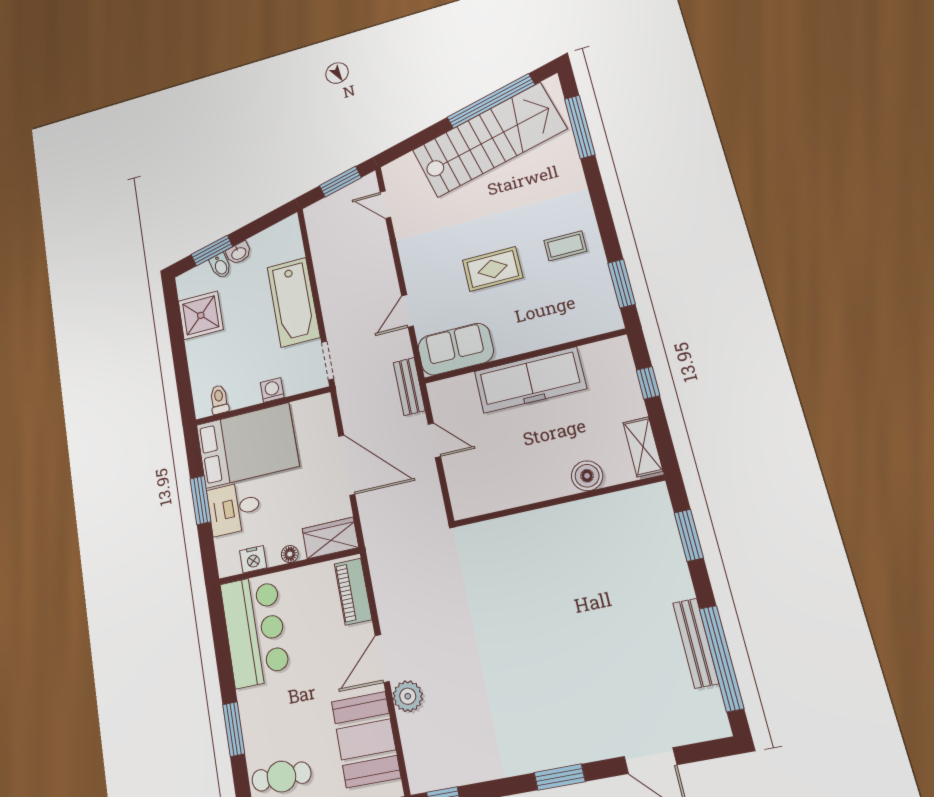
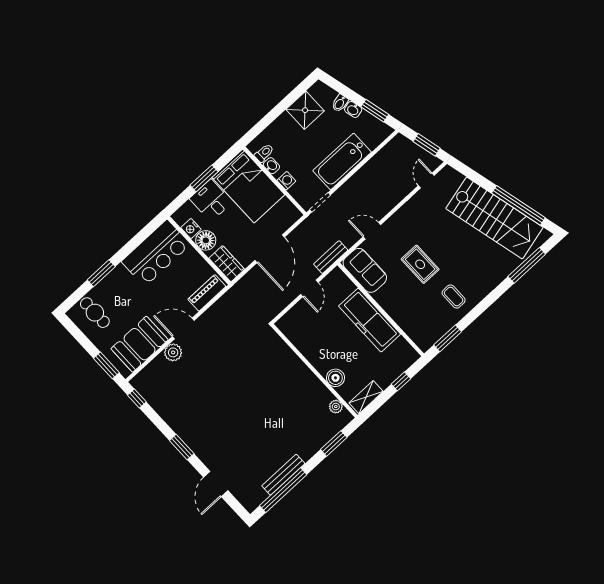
window: (212, 251) -> (375, 111), moved
washbasin: (241, 399) -> (271, 166), added
plant: (632, 500) -> (336, 407), added
floor lamp: (290, 554) -> (206, 240), width x1.89, depth x1.89

